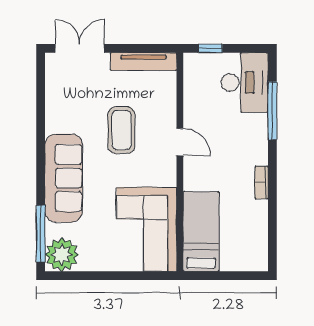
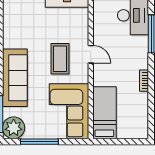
coffee table: (121, 130) -> (60, 59), moved
window: (101, 276) -> (39, 142), added

